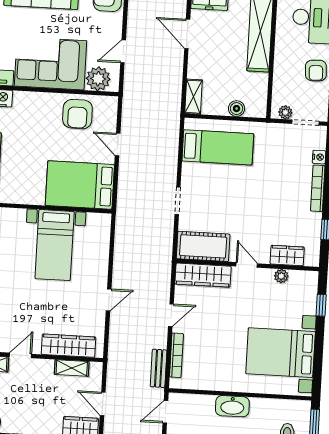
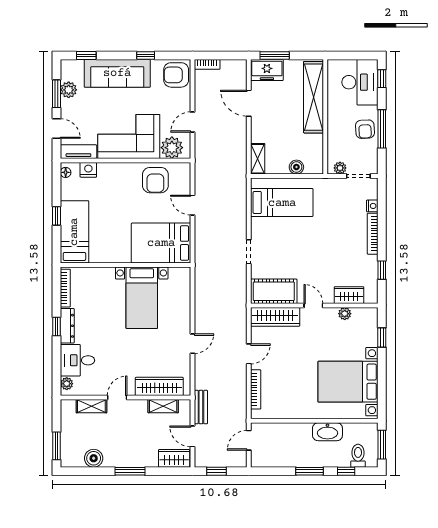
bench: (159, 368) -> (201, 407), moved
washbasin: (232, 406) -> (327, 432), moved

